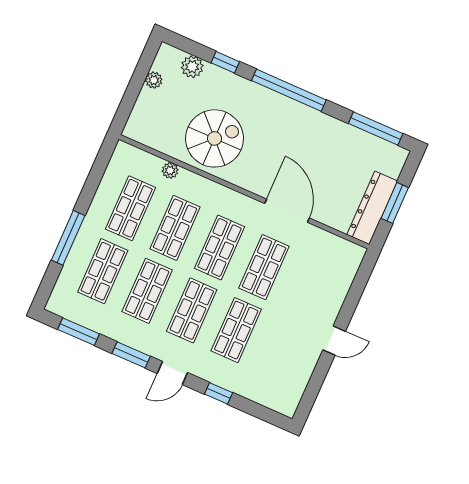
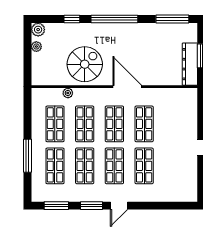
plant: (192, 67) -> (38, 30), moved
door: (287, 211) -> (127, 87), moved
window: (219, 393) -> (150, 206), removed

